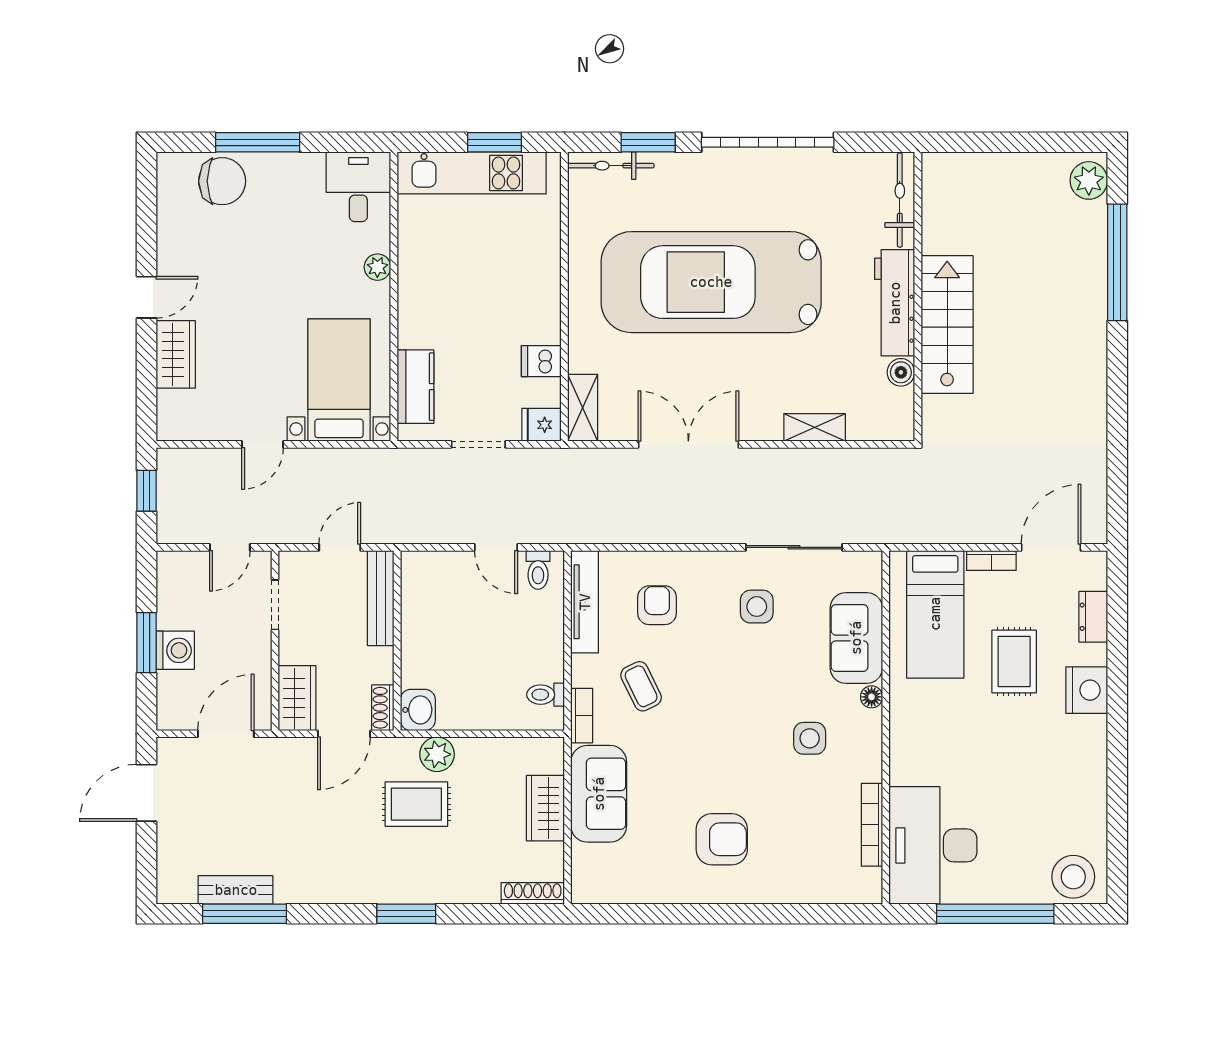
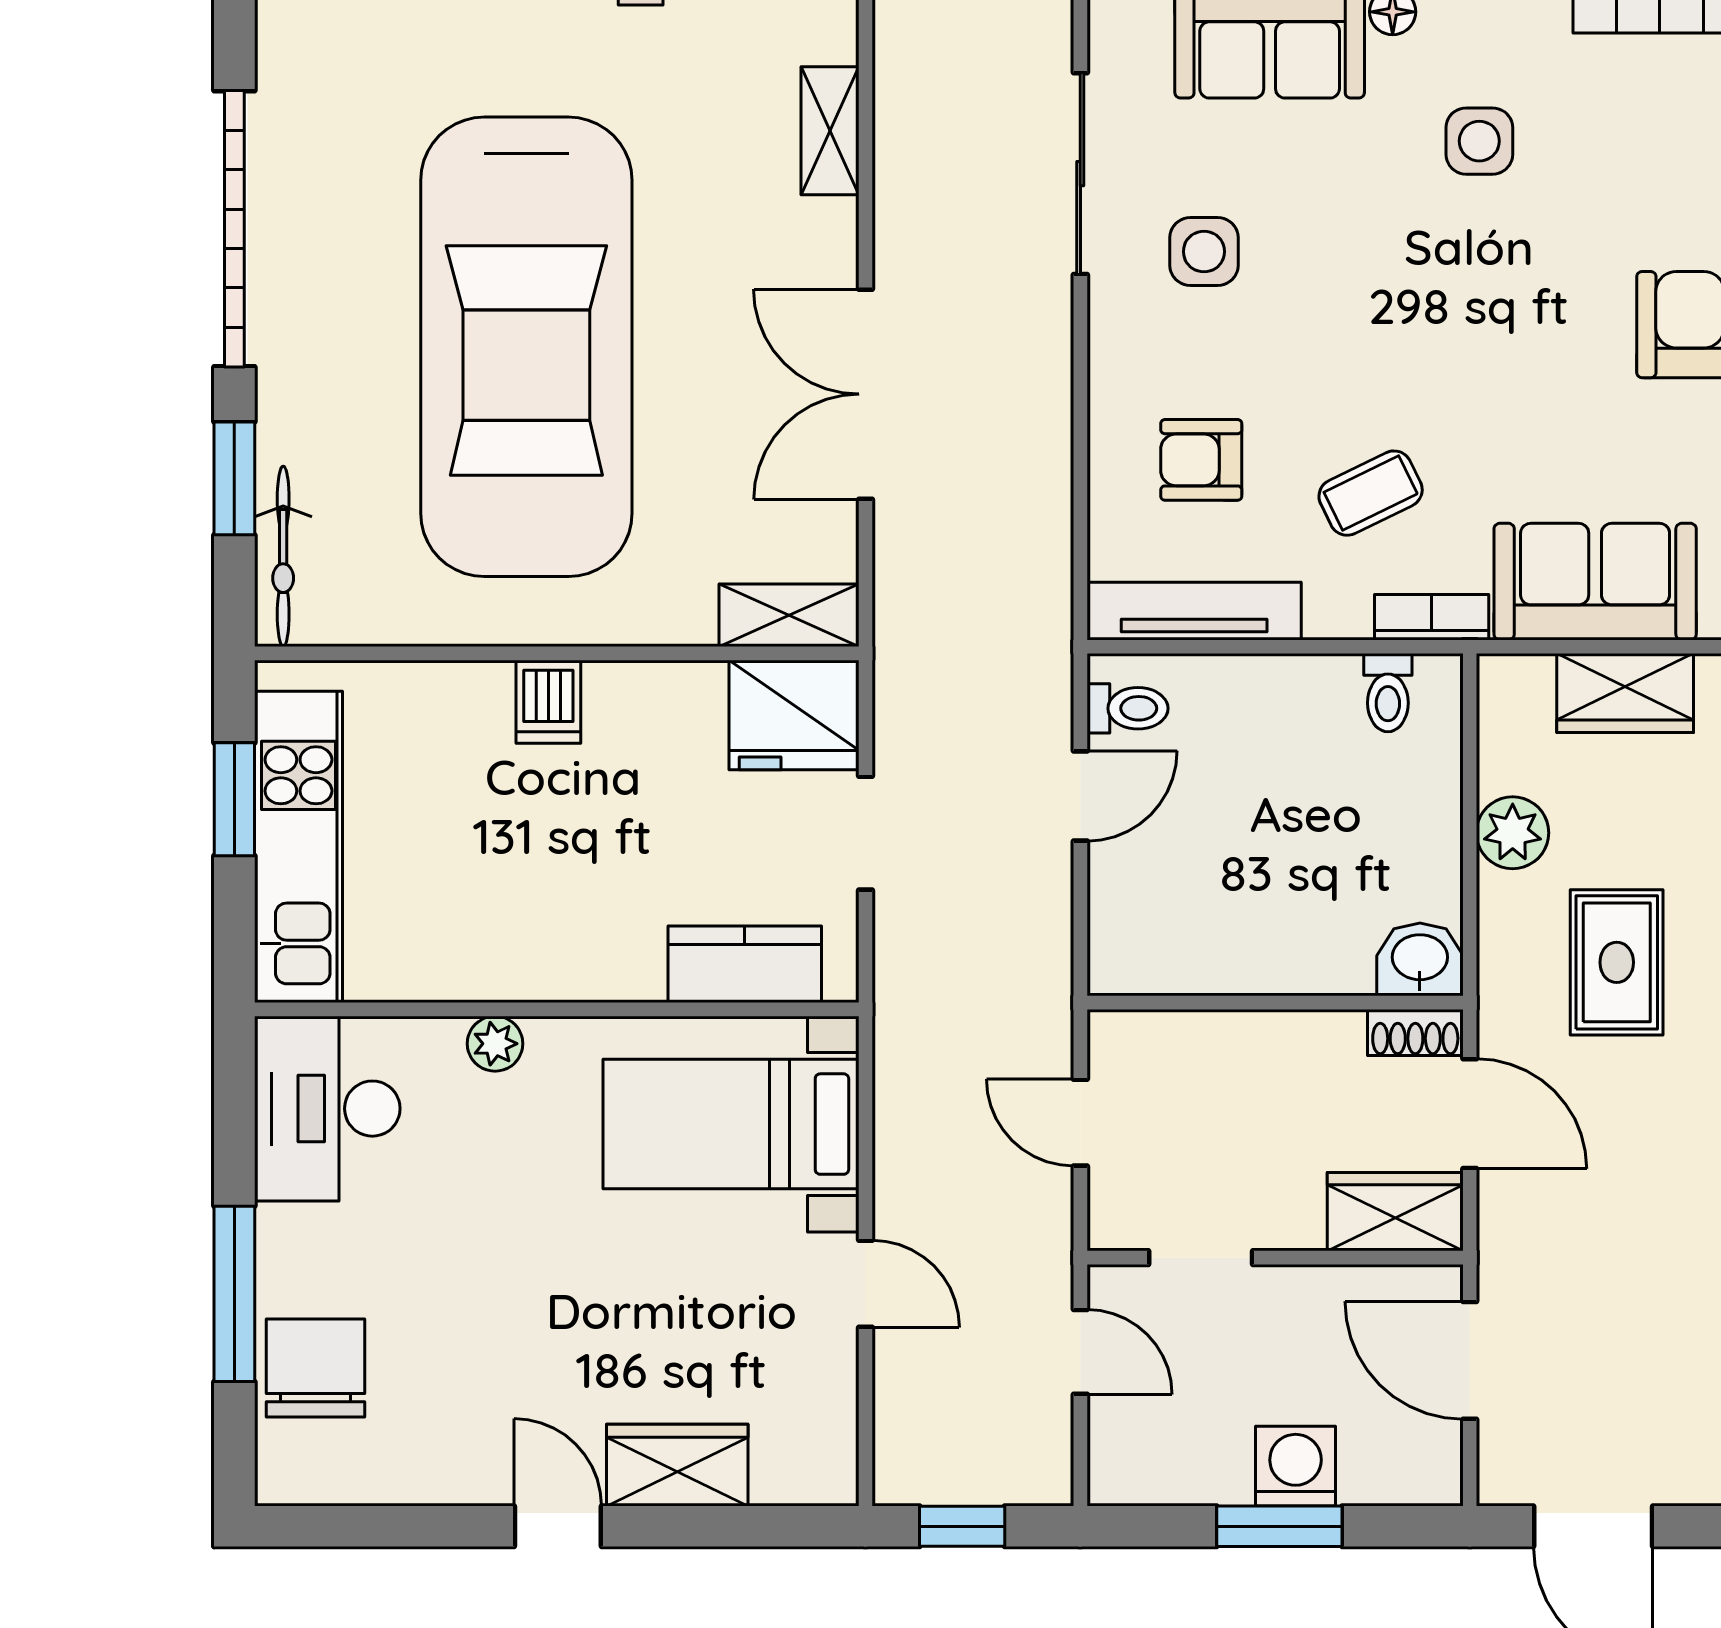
desk: (358, 187) -> (327, 1109), width x1.37
dishwasher: (541, 361) -> (548, 702), moved
fridge: (541, 425) -> (794, 715), width x1.88, depth x1.34
bench: (381, 598) -> (1186, 1037), removed
plant: (437, 754) -> (1513, 833), moved

